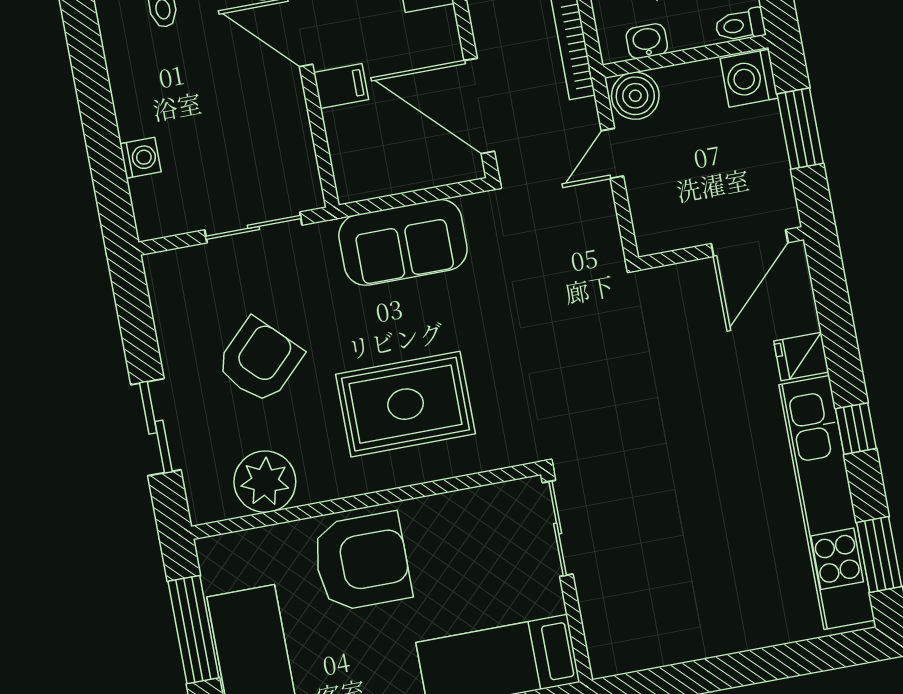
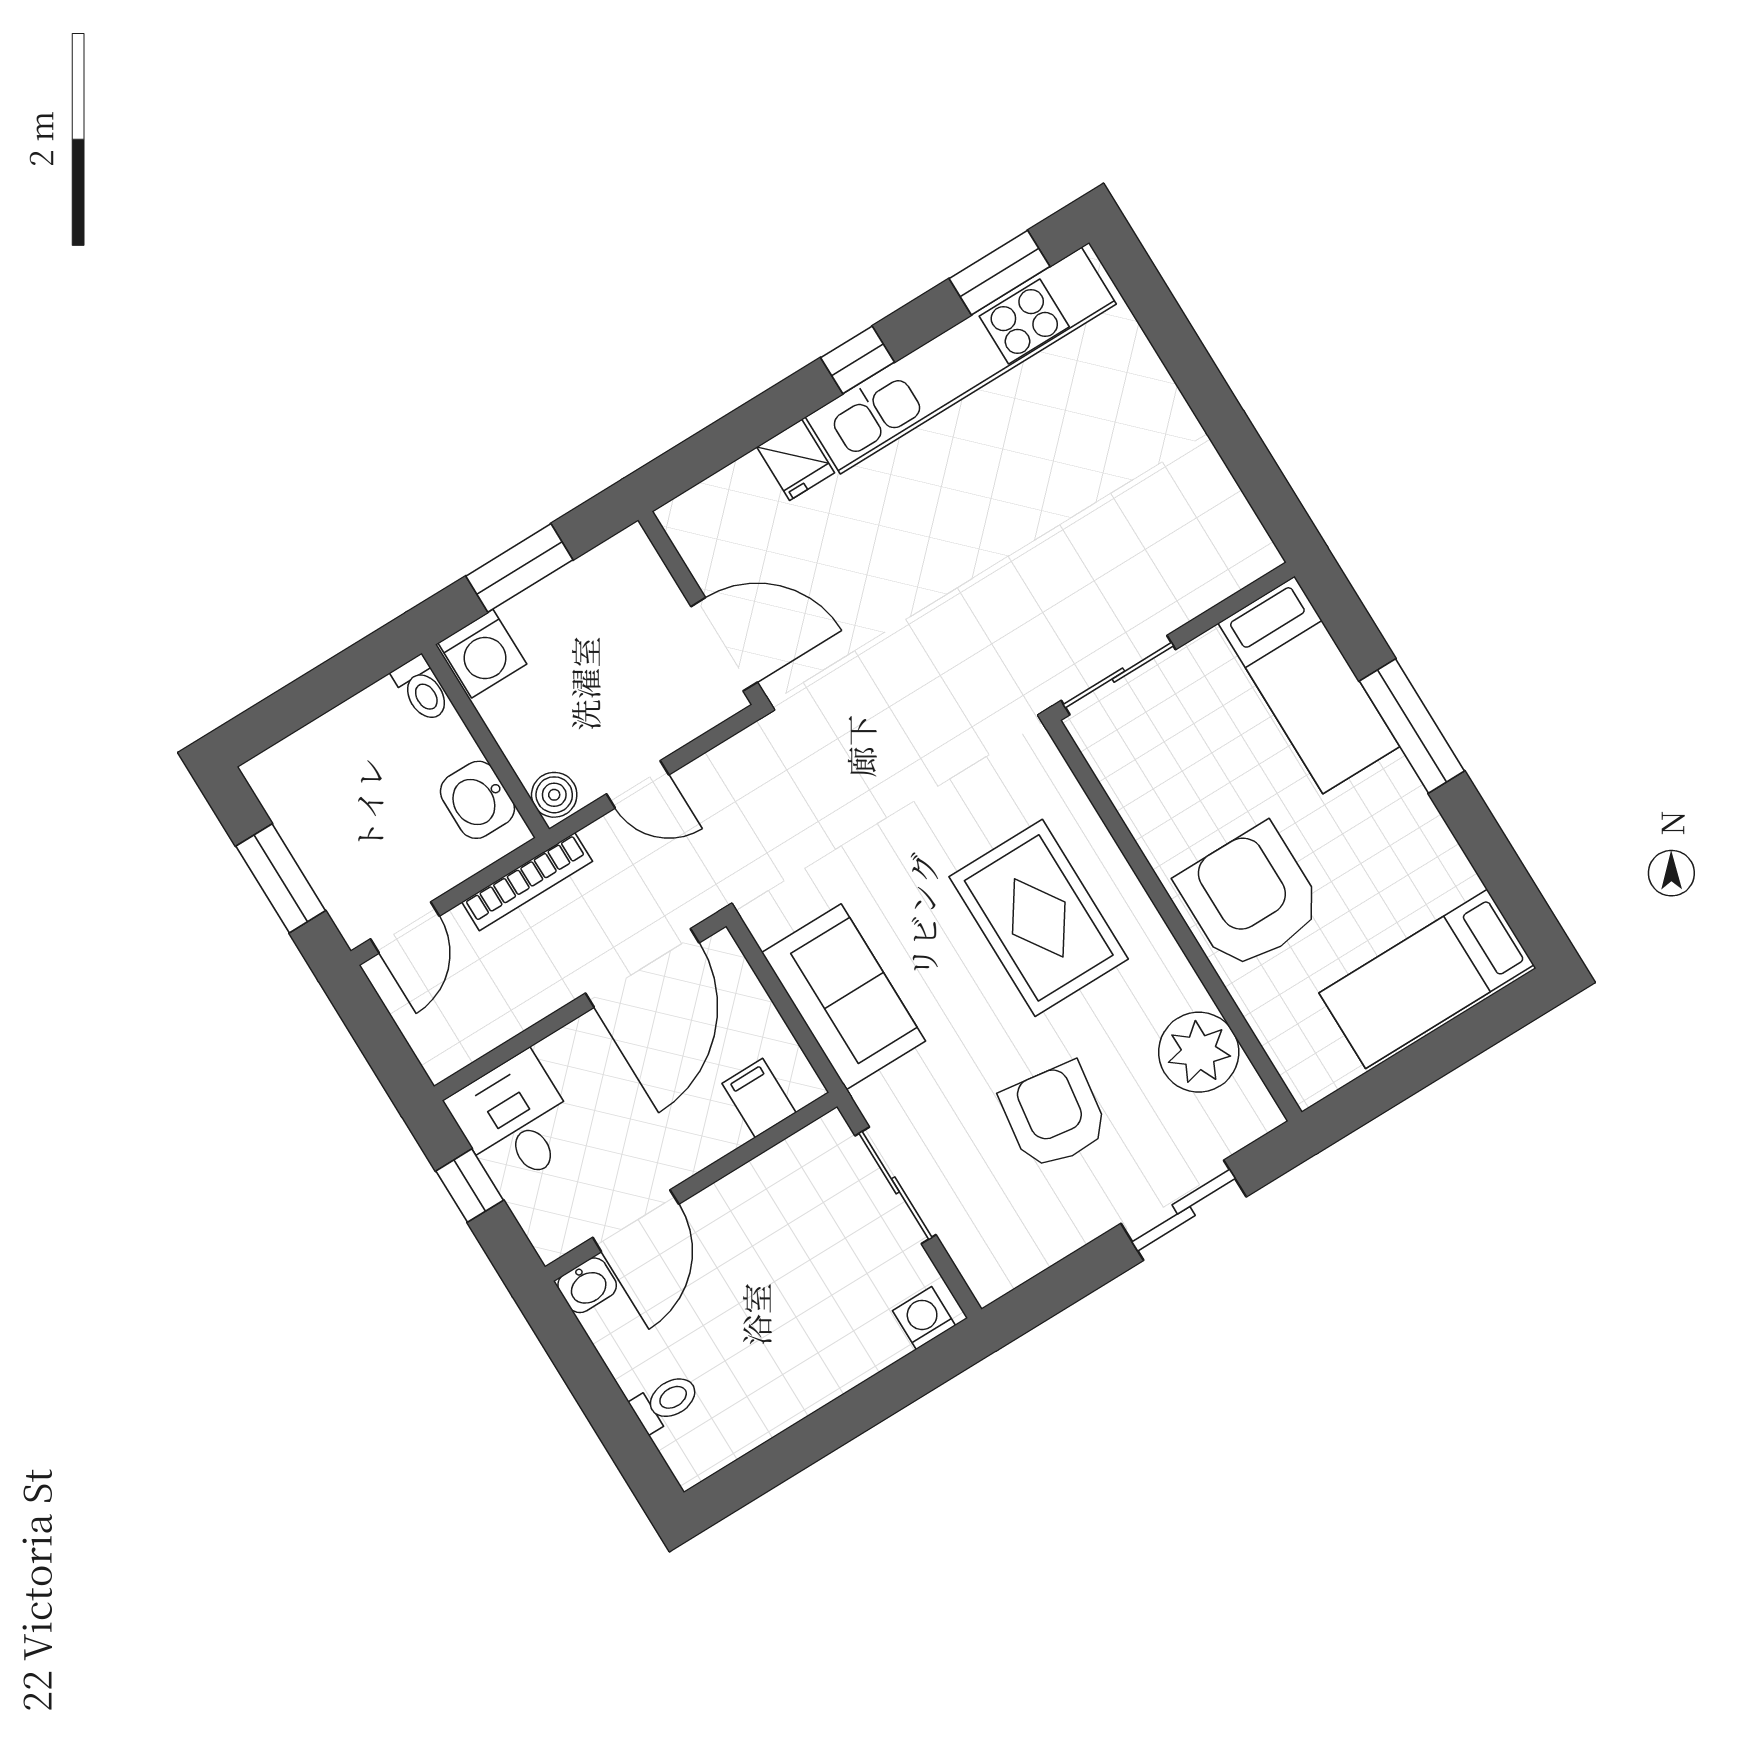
washbasin: (647, 41) -> (477, 800), width x1.38, depth x1.45
filing cabinet: (341, 86) -> (759, 1098), moved
boiler: (635, 96) -> (554, 795), width x0.73, depth x0.73
washing machine: (140, 158) -> (924, 1318), moved
door: (750, 243) -> (724, 644), moved
armchair: (259, 361) -> (1054, 1116), turned 53
window: (193, 630) -> (1412, 1070), removed

